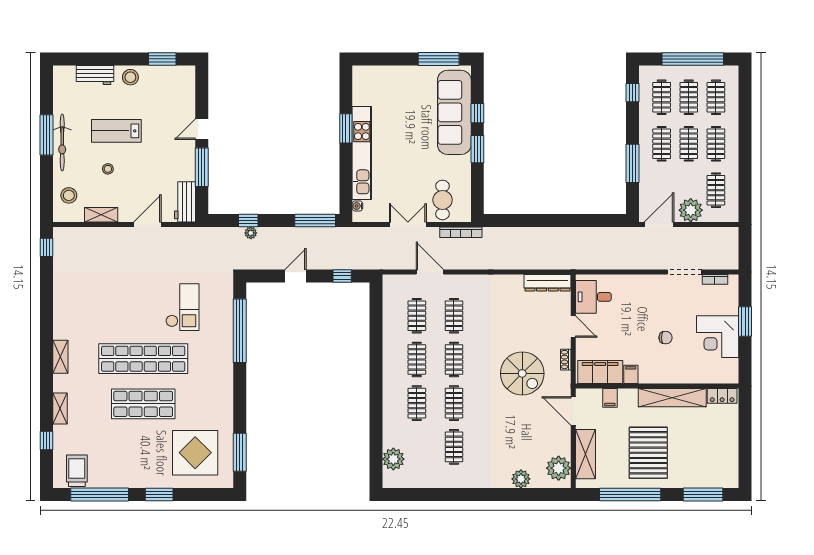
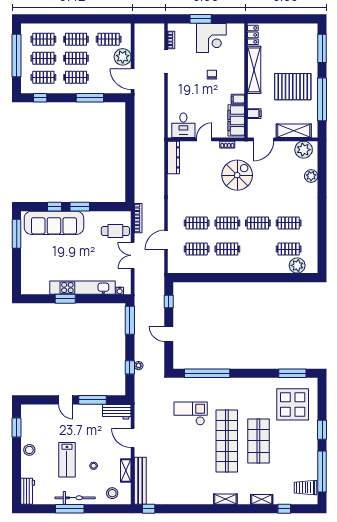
workbench: (95, 75) -> (28, 491), moved
bench: (87, 235) -> (140, 481), added
clothes rail: (417, 403) -> (289, 249), moved

